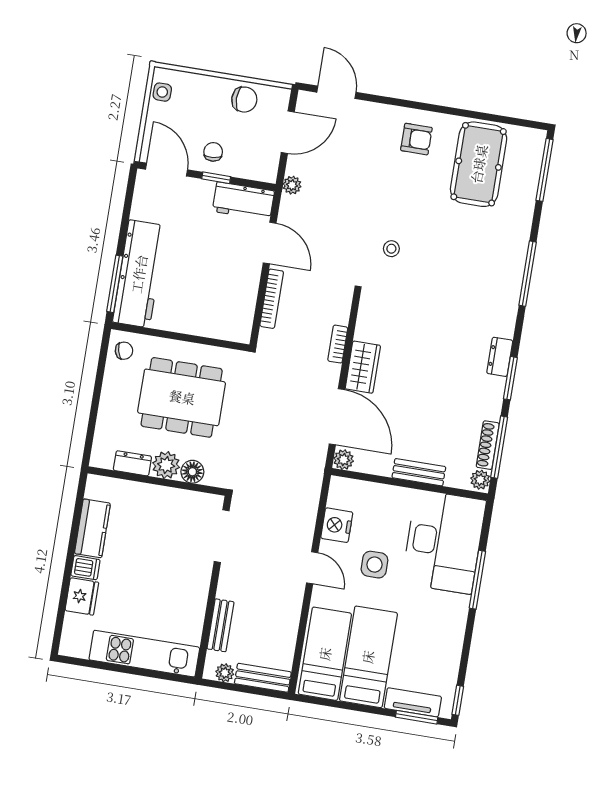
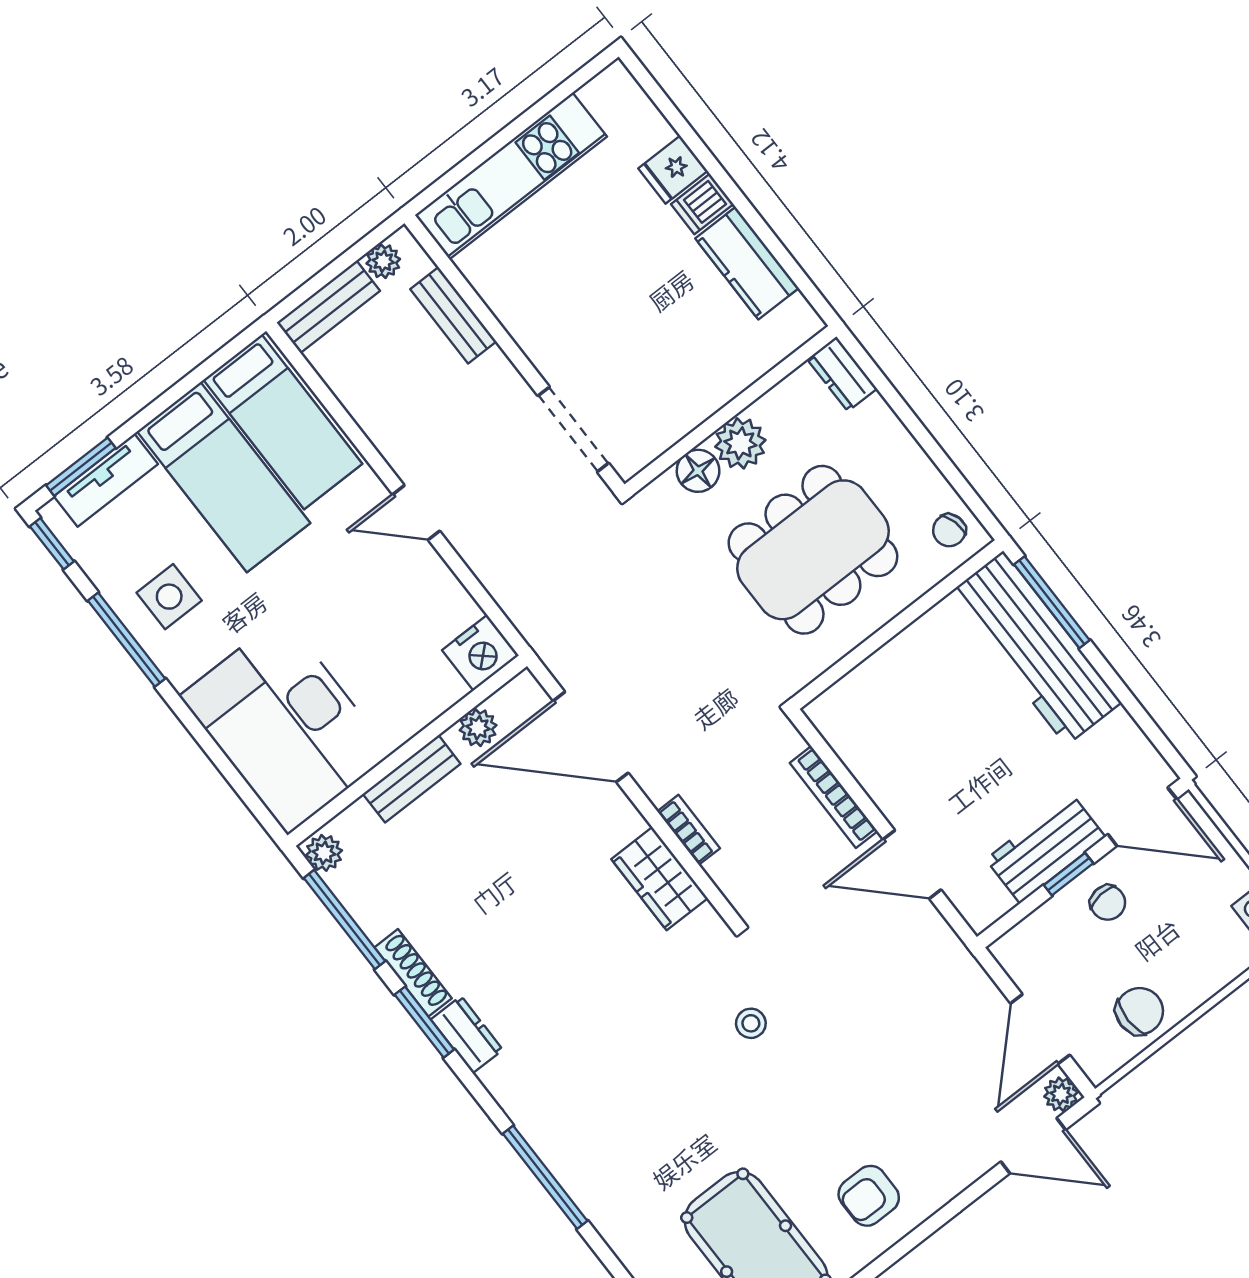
chair: (244, 100) -> (1140, 1011), turned 180
plant: (292, 185) -> (1061, 1094), moved
workbench: (243, 201) -> (1046, 848), moved
wardrobe: (363, 367) -> (660, 879), moved
shoe rack: (488, 445) -> (413, 973), moved
plant: (344, 460) -> (478, 728), moved
dresser: (132, 463) -> (842, 374), moved, turned 90
nightstand: (337, 525) -> (480, 653), moved, turned 90
side table: (374, 565) -> (169, 597), moved
window: (477, 580) -> (127, 640), moved
fridge: (82, 596) -> (673, 170), width x0.72

